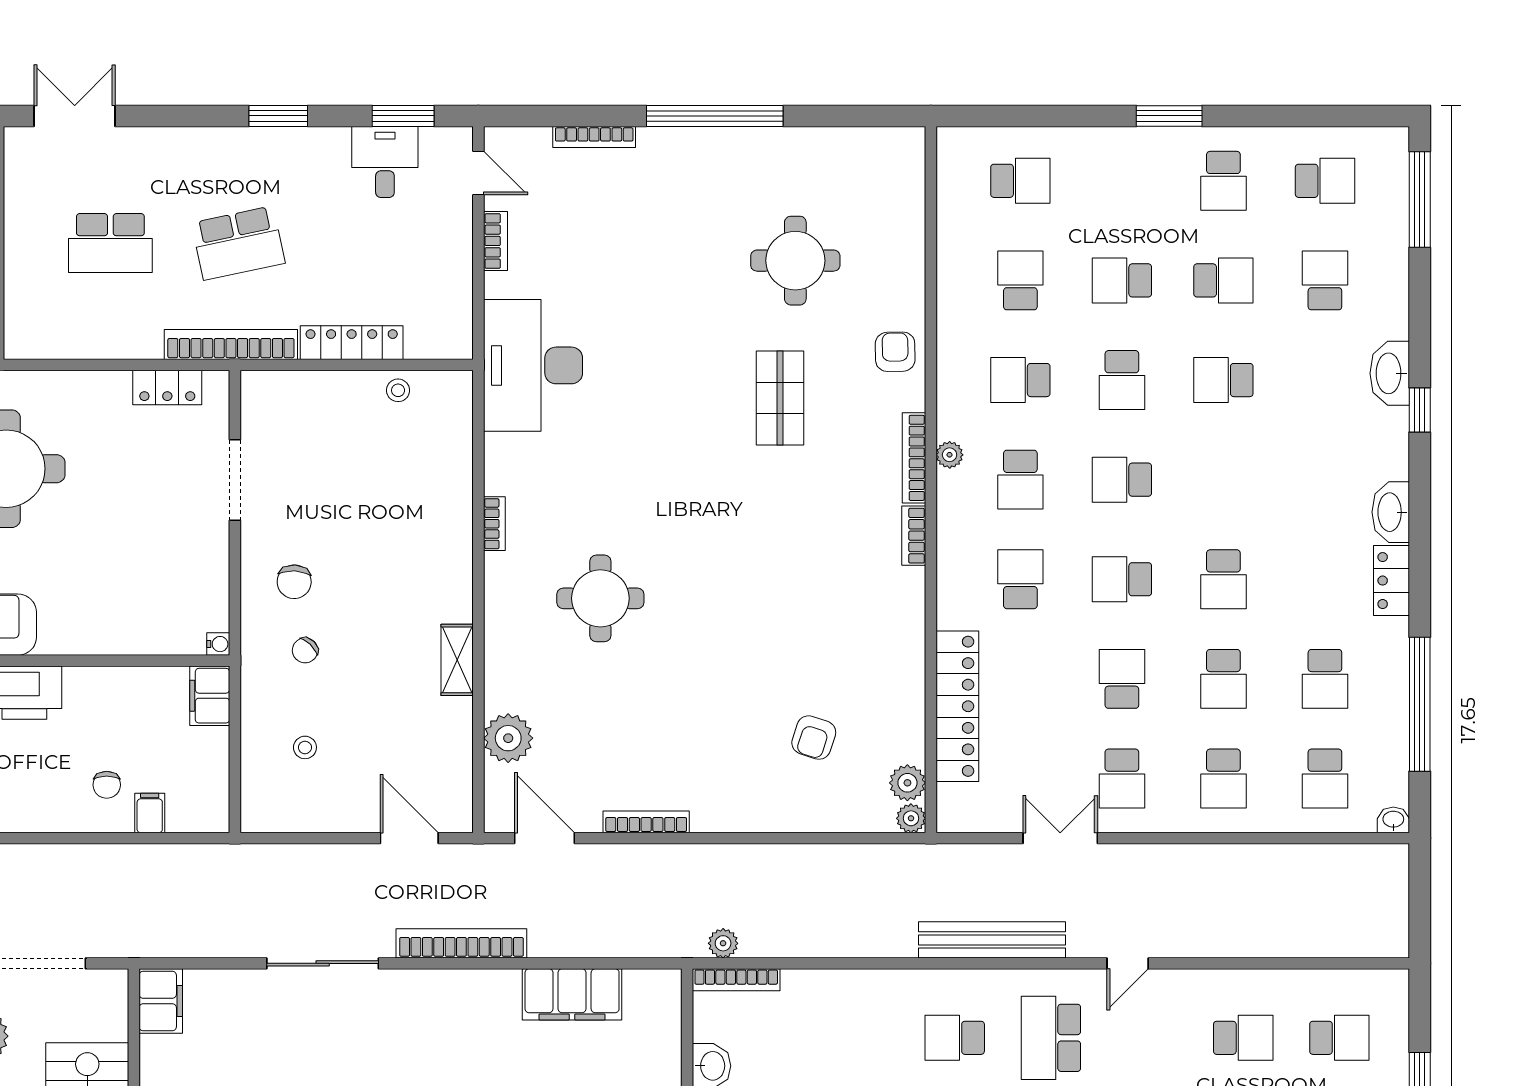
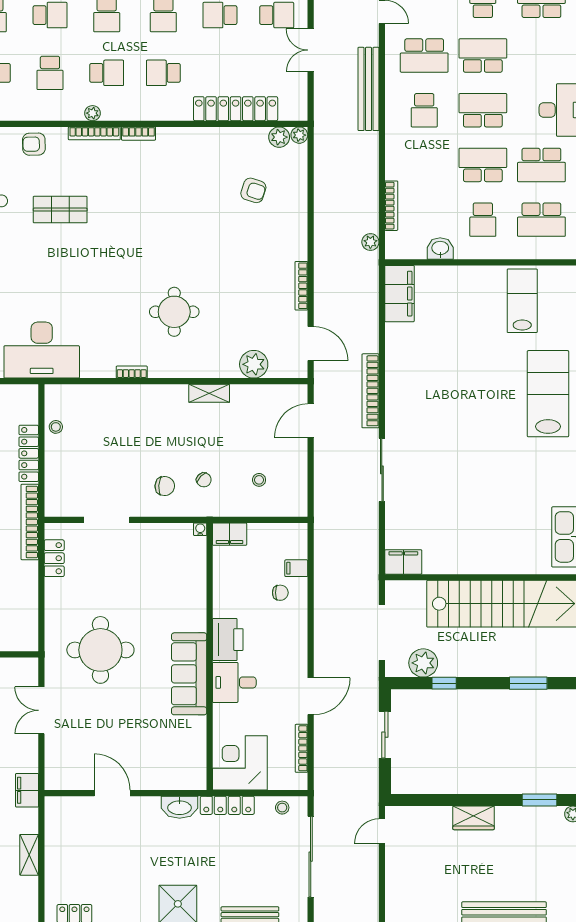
door: (545, 838) -> (311, 344), swing flipped
bookcase: (736, 980) -> (391, 206), moved
filing cabinet: (572, 994) -> (399, 294), moved

